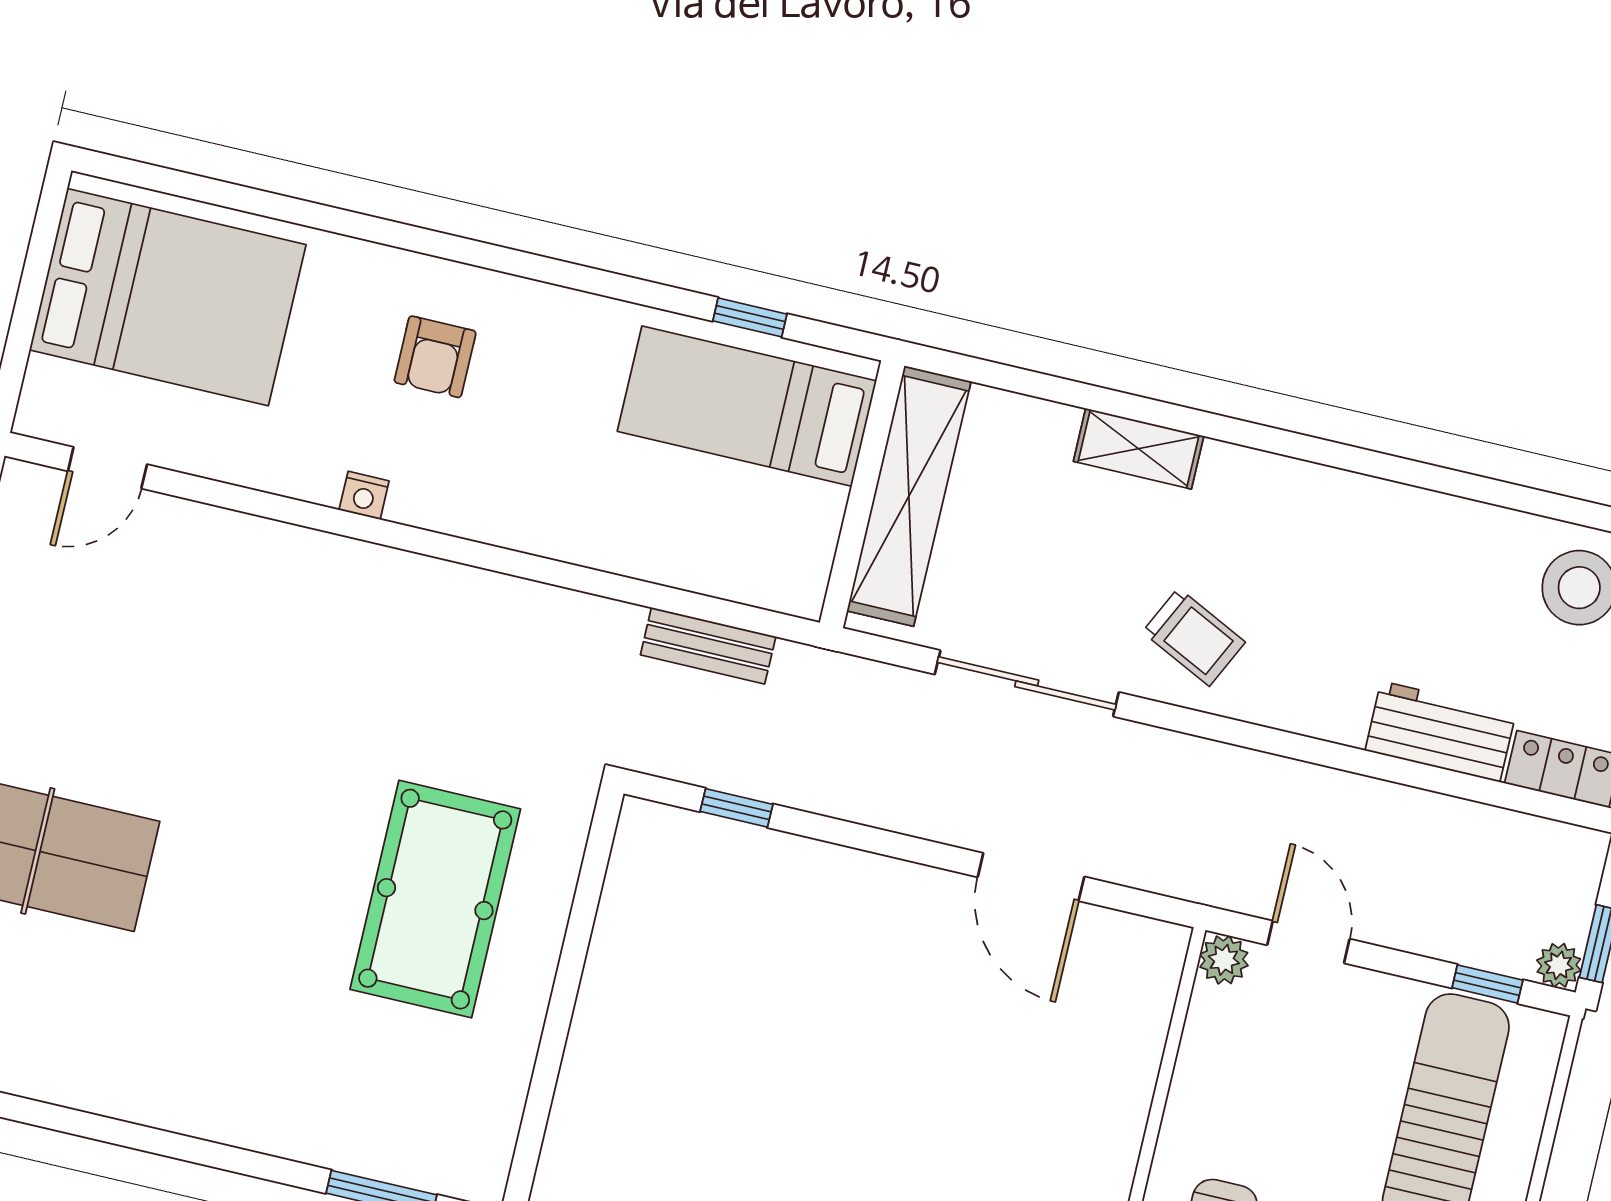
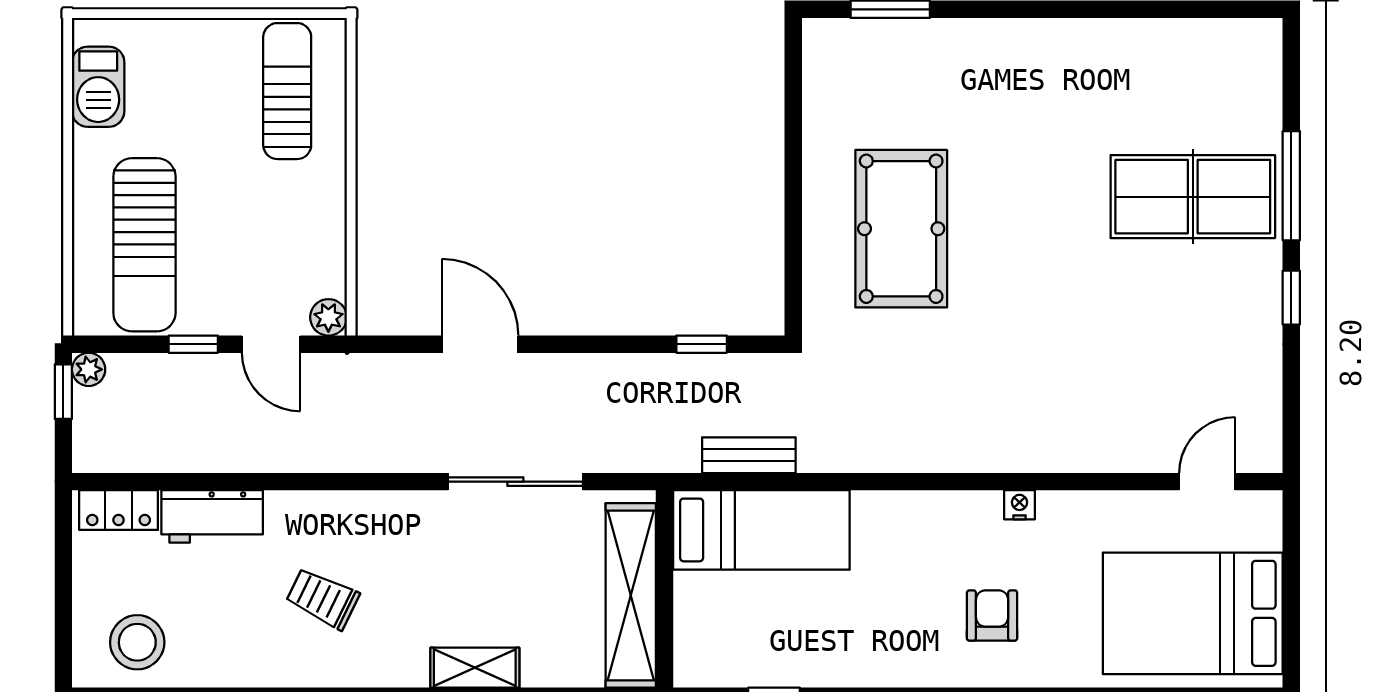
bed: (747, 406) -> (761, 530), moved
trolley: (1194, 637) -> (323, 598), moved
window: (1487, 984) -> (193, 344), moved

